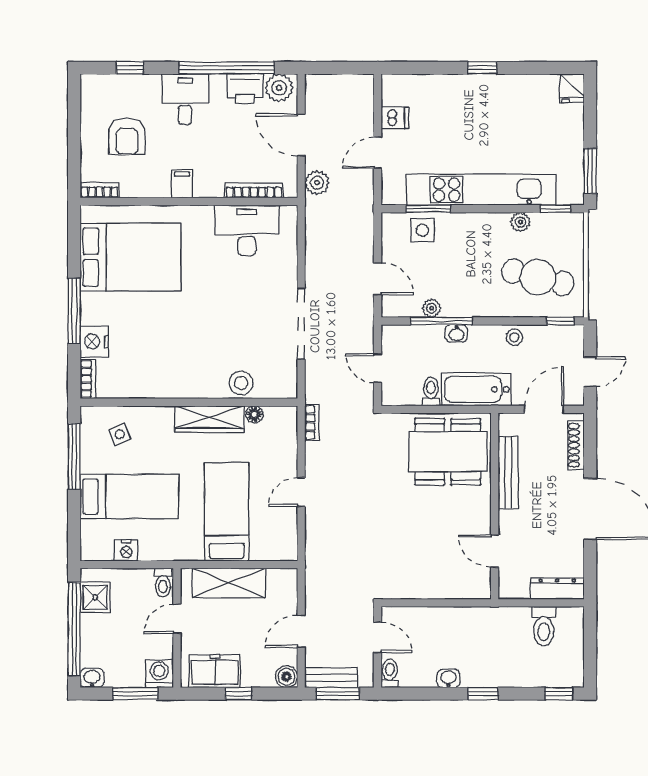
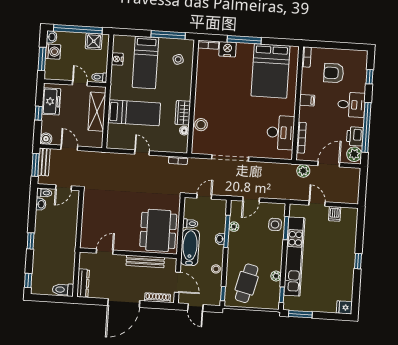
wardrobe: (209, 419) -> (183, 113), width x0.67
toilet: (544, 626) -> (63, 290), moved
washing machine: (159, 674) -> (53, 52), moved
washbasin: (448, 678) -> (41, 204), moved

